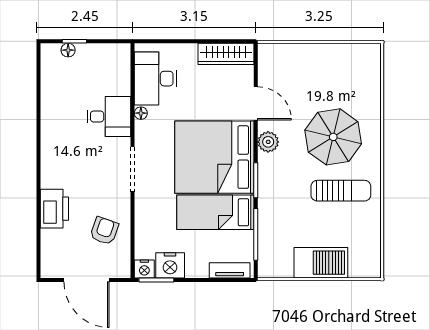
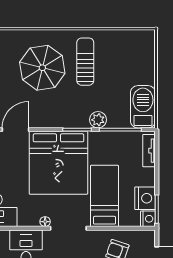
floor lamp: (141, 113) -> (45, 222), moved
plant: (268, 142) -> (98, 120), moved
bed: (215, 212) -> (104, 196), moved, turned 180
barbecue: (321, 263) -> (143, 107), moved

